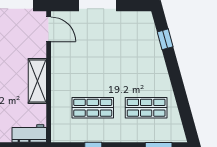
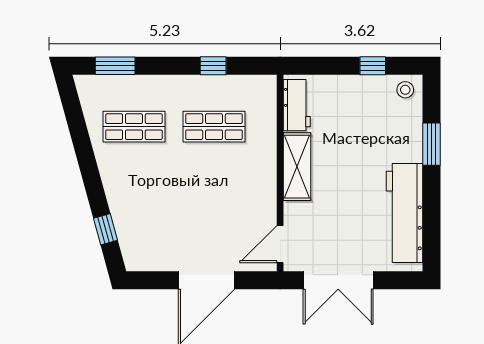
door: (49, 29) -> (280, 244), hinge flipped
workbench: (29, 134) -> (297, 105), moved, turned -90

